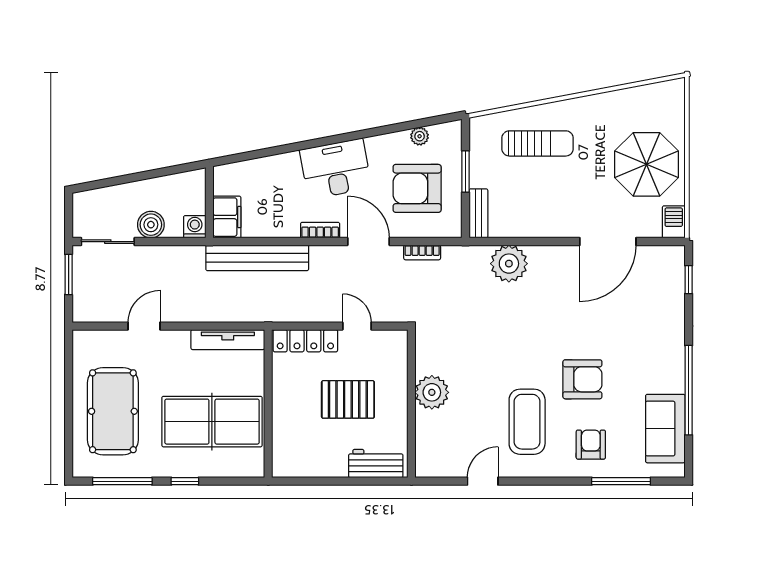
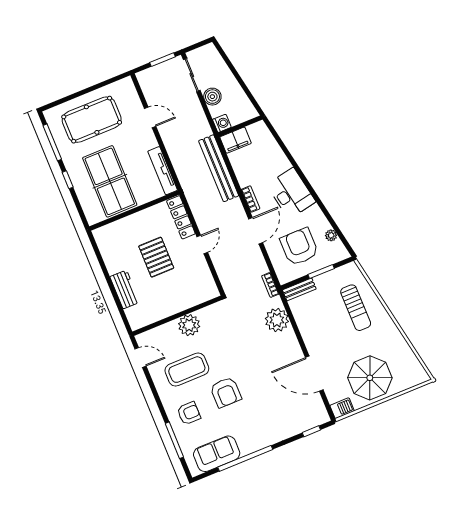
bookcase: (422, 252) -> (270, 285), moved
plant: (432, 392) -> (189, 325), moved
wall: (411, 404) -> (177, 316), moved

